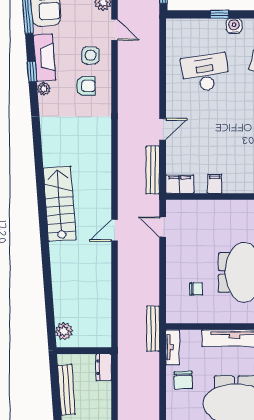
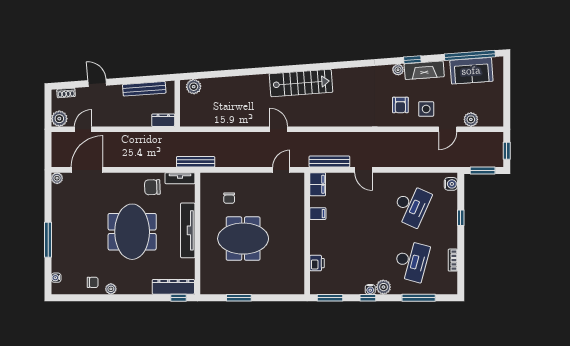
water cooler: (234, 26) -> (451, 184), moved
desk: (205, 73) -> (411, 206), turned 33

